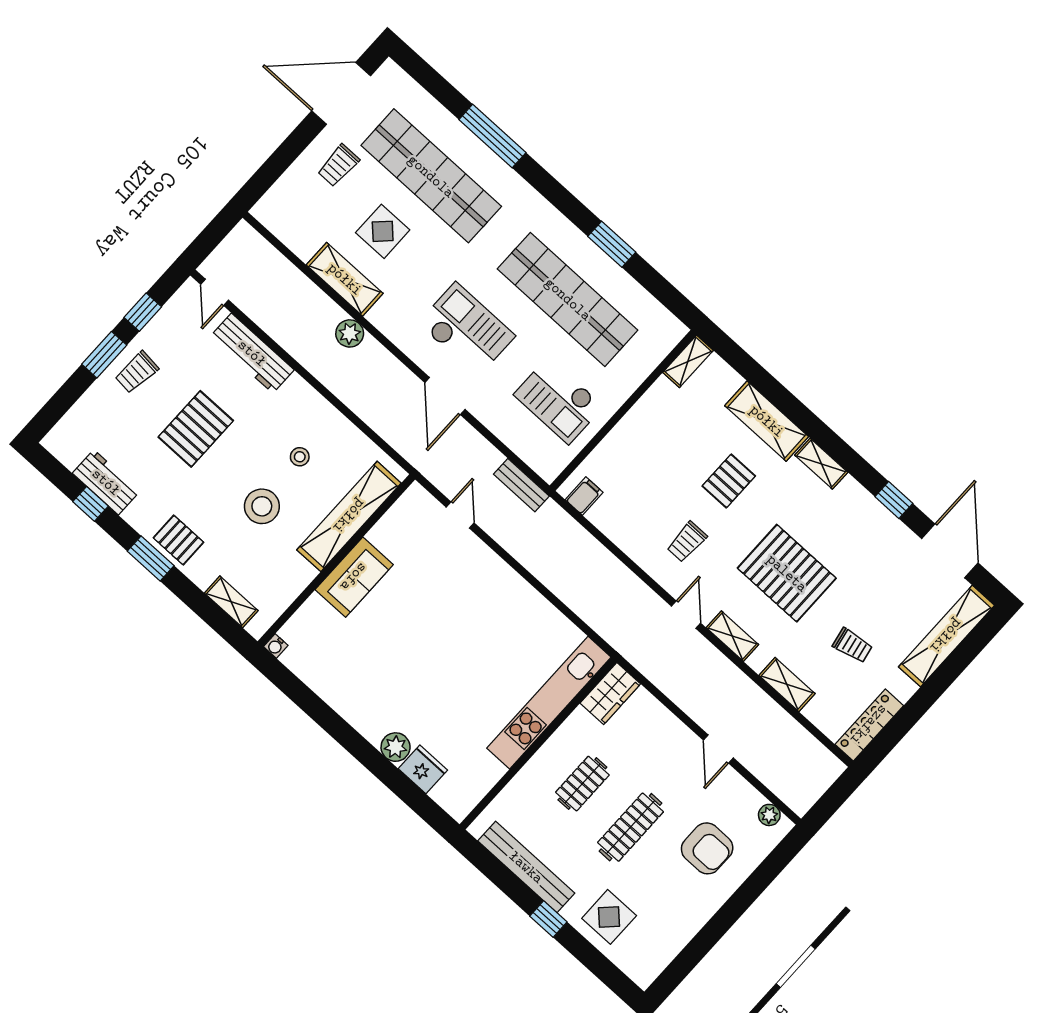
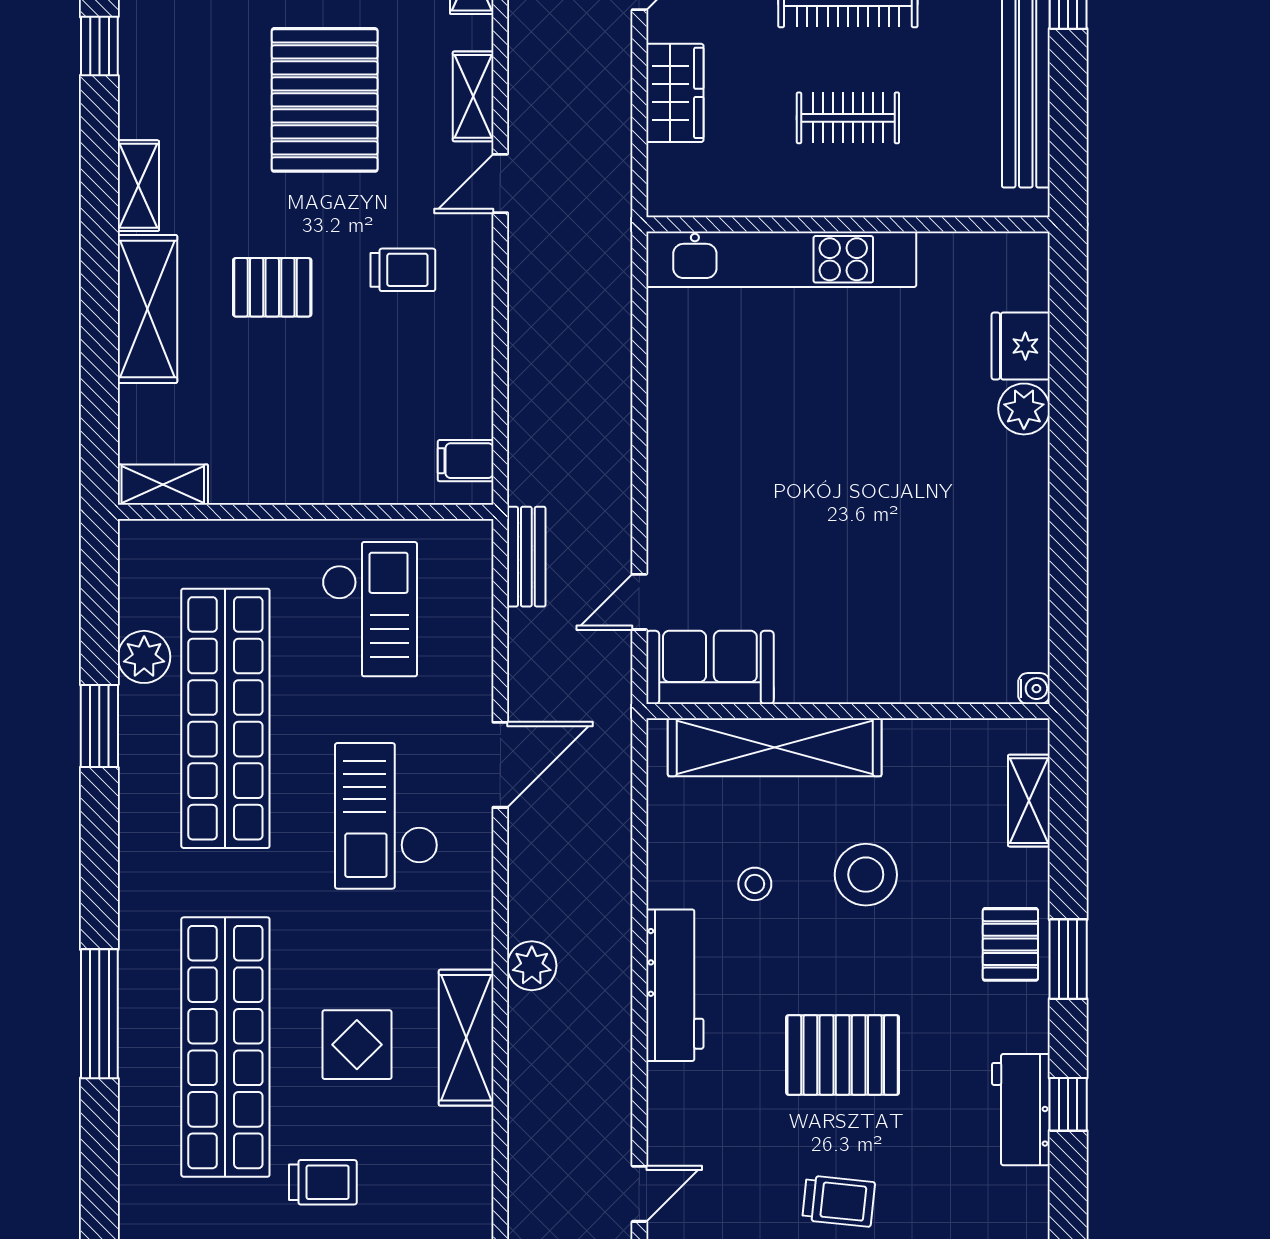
plant: (624, 289) -> (144, 657), added
workbench: (252, 353) -> (675, 985), moved
sofa: (354, 577) -> (710, 667), moved
wardrobe: (610, 694) -> (675, 93), moved, turned 90

